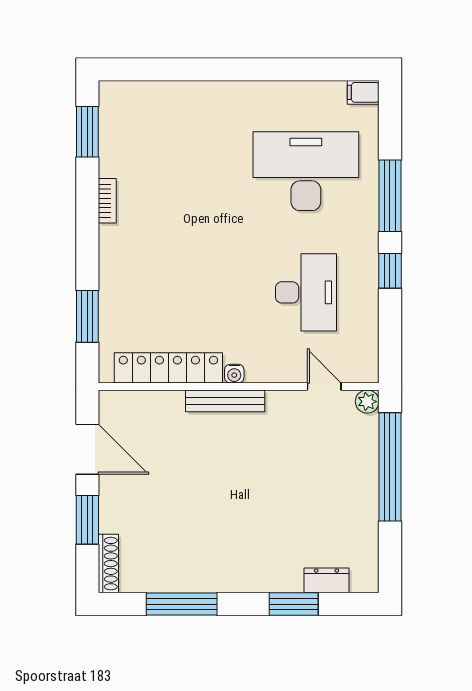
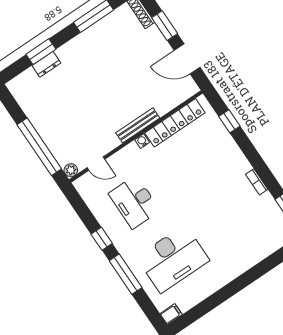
window: (87, 316) -> (229, 121), width x0.67
dresser: (327, 580) -> (46, 64), moved

